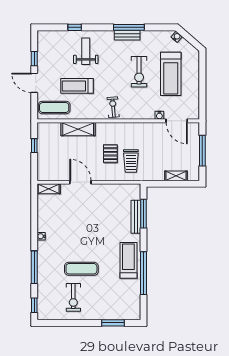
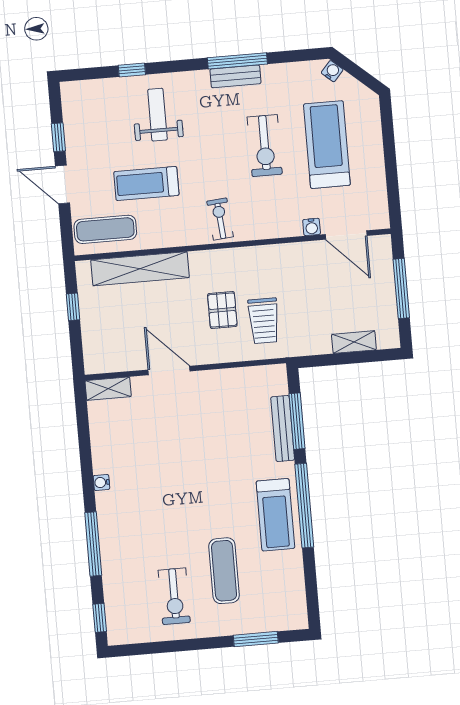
treadmill: (171, 74) -> (327, 145), turned 180
shelving: (78, 129) -> (140, 269), width x1.47
treadmill: (128, 260) -> (275, 515), turned 180
exercise mat: (81, 269) -> (224, 571), moved, turned 90
window: (143, 273) -> (304, 506), moved

